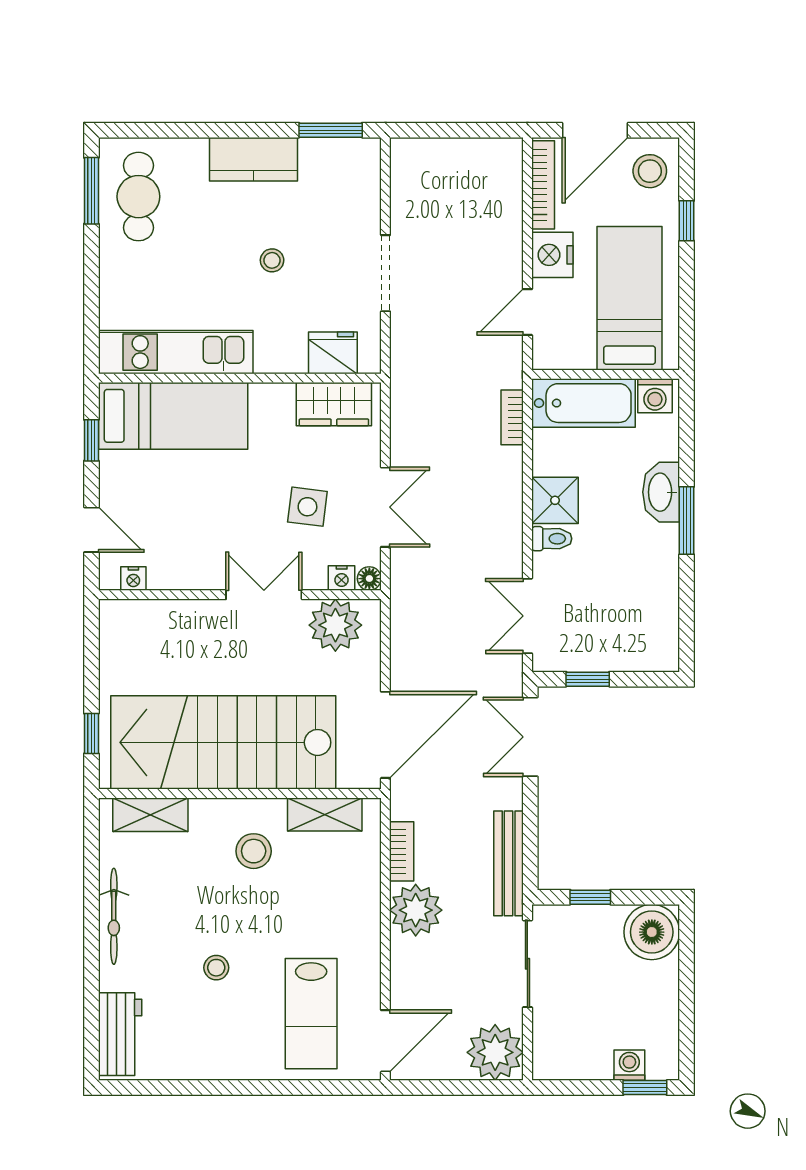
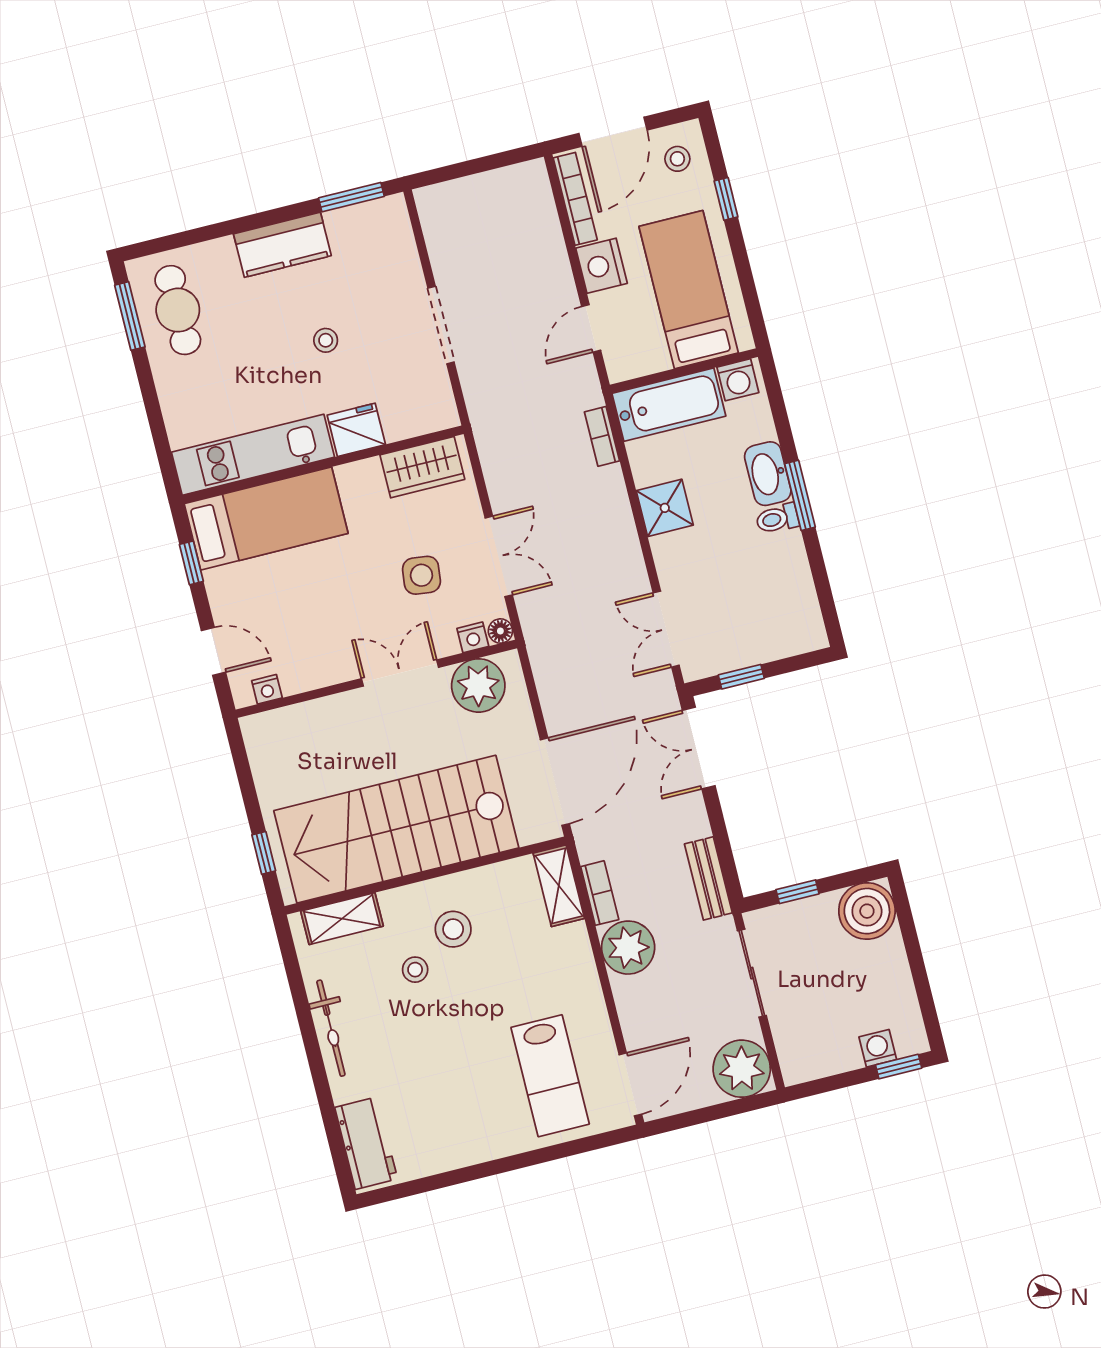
stool: (650, 171) -> (677, 159), width x0.73, depth x0.73
fridge: (333, 353) -> (356, 430), moved
toilet: (552, 539) -> (777, 519), moved, turned 180
shelving: (325, 814) -> (559, 886), moved, turned 90
bench: (509, 863) -> (708, 878), width x0.73
stool: (216, 968) -> (415, 970), moved

